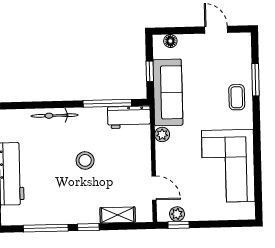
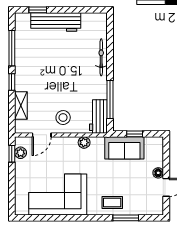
floor lamp: (170, 41) -> (158, 173), moved
sofa: (168, 92) -> (124, 148), width x0.73
stool: (85, 160) -> (63, 118), moved

